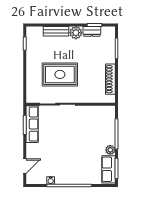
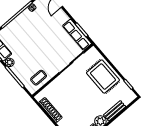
rug: (60, 74) -> (103, 77), moved, turned 90
coffee table: (97, 116) -> (39, 78), added

